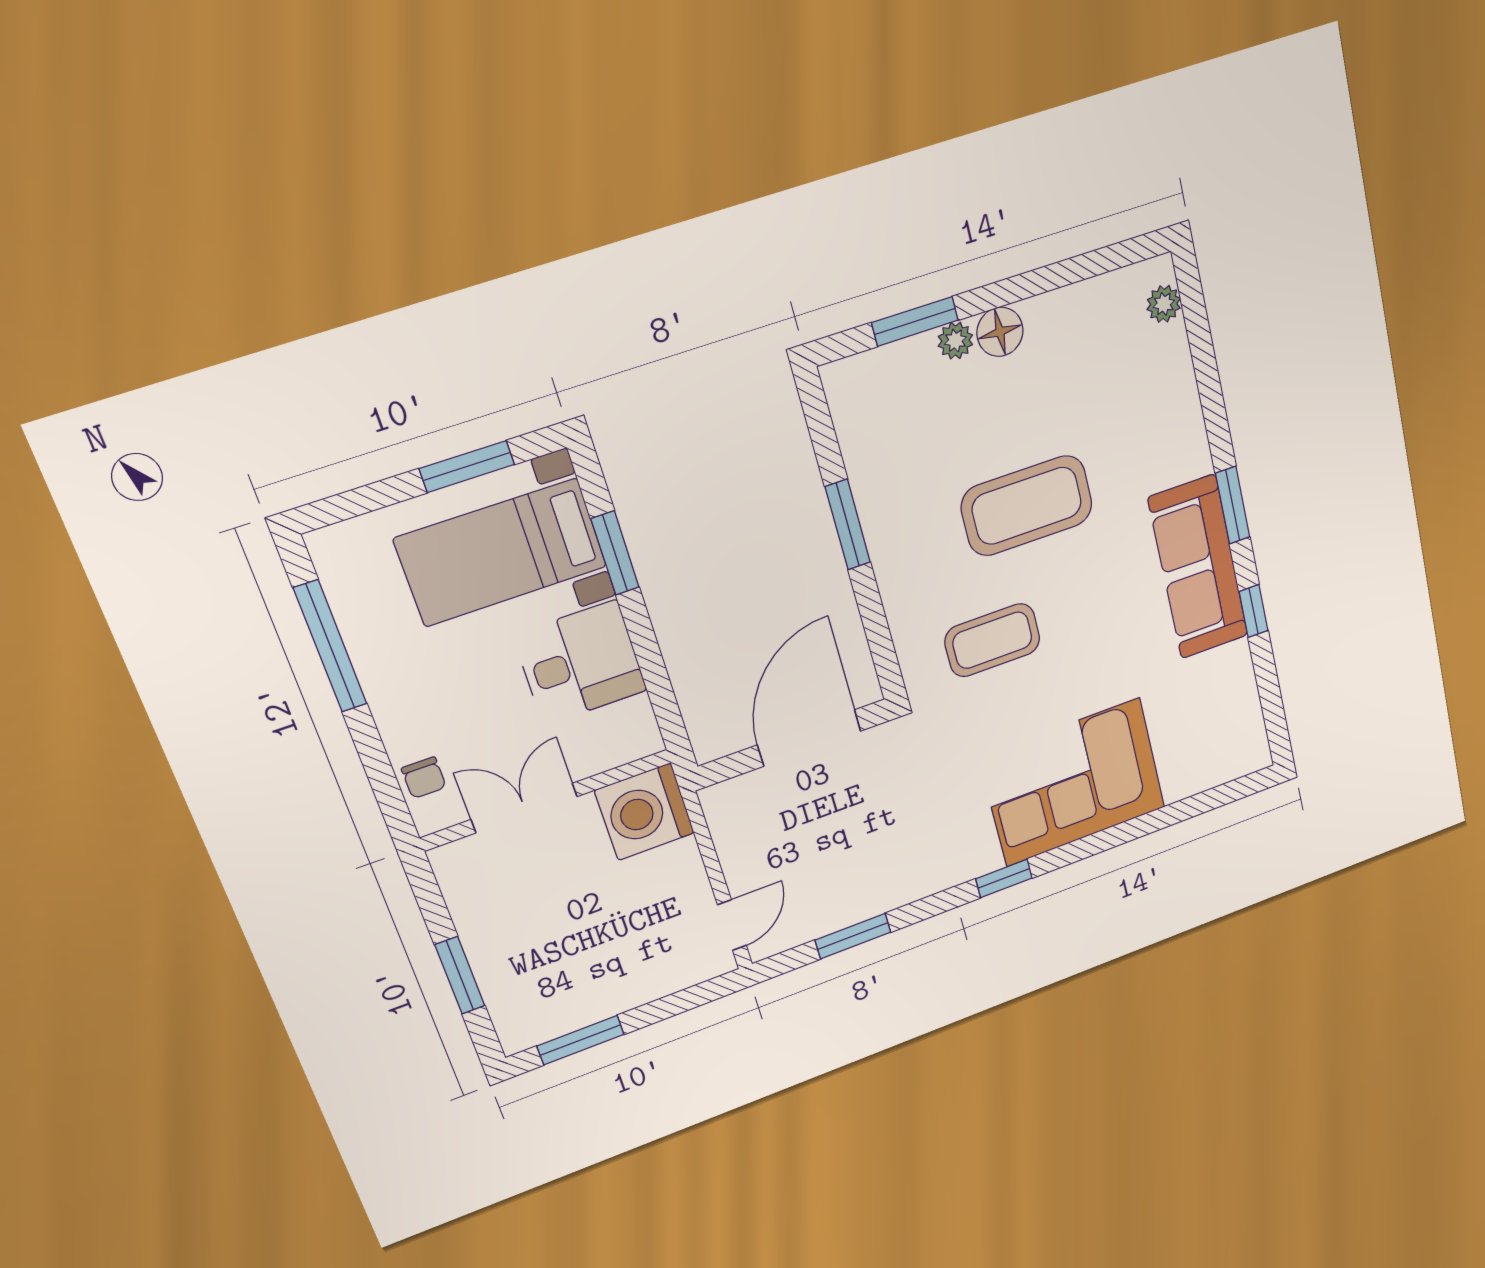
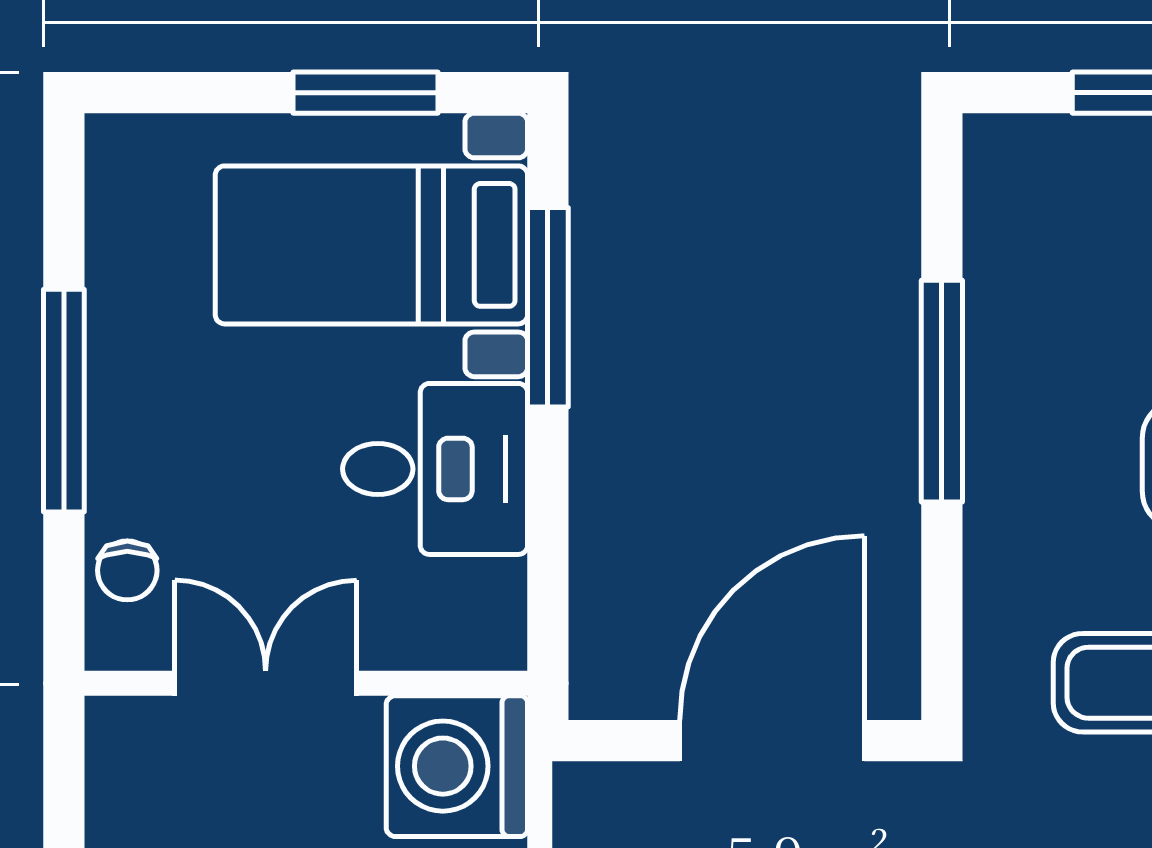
window: (848, 525) -> (942, 391), width x1.44
window: (615, 553) -> (548, 307), width x1.44
window: (330, 646) -> (64, 401), moved

